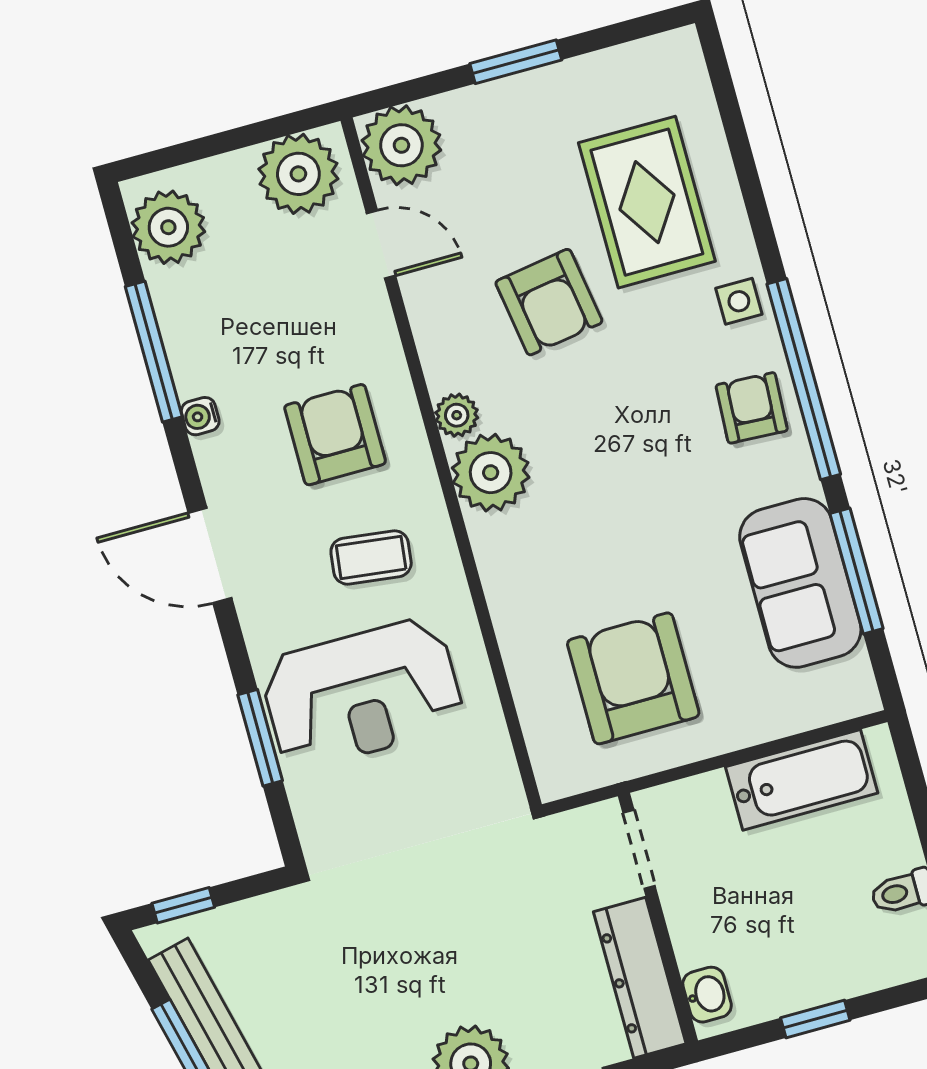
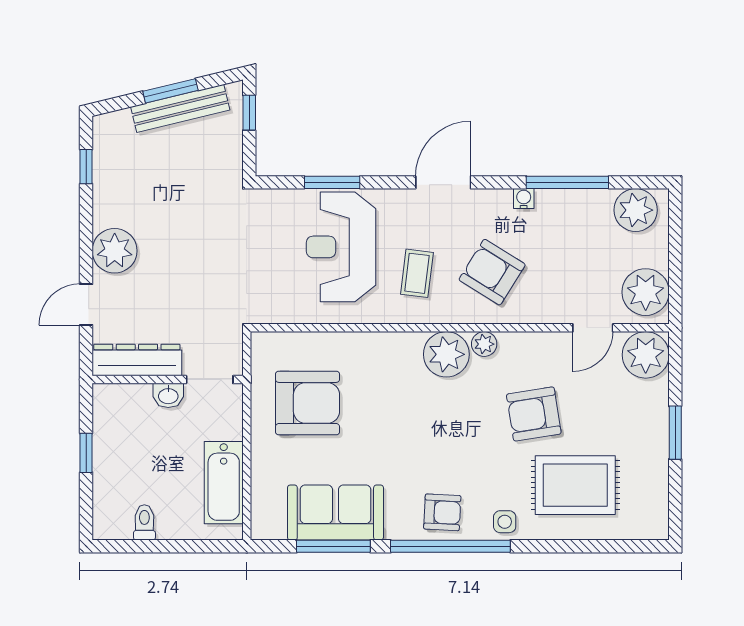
armchair: (335, 435) -> (492, 272), turned -148
washbasin: (707, 995) -> (168, 395), moved

